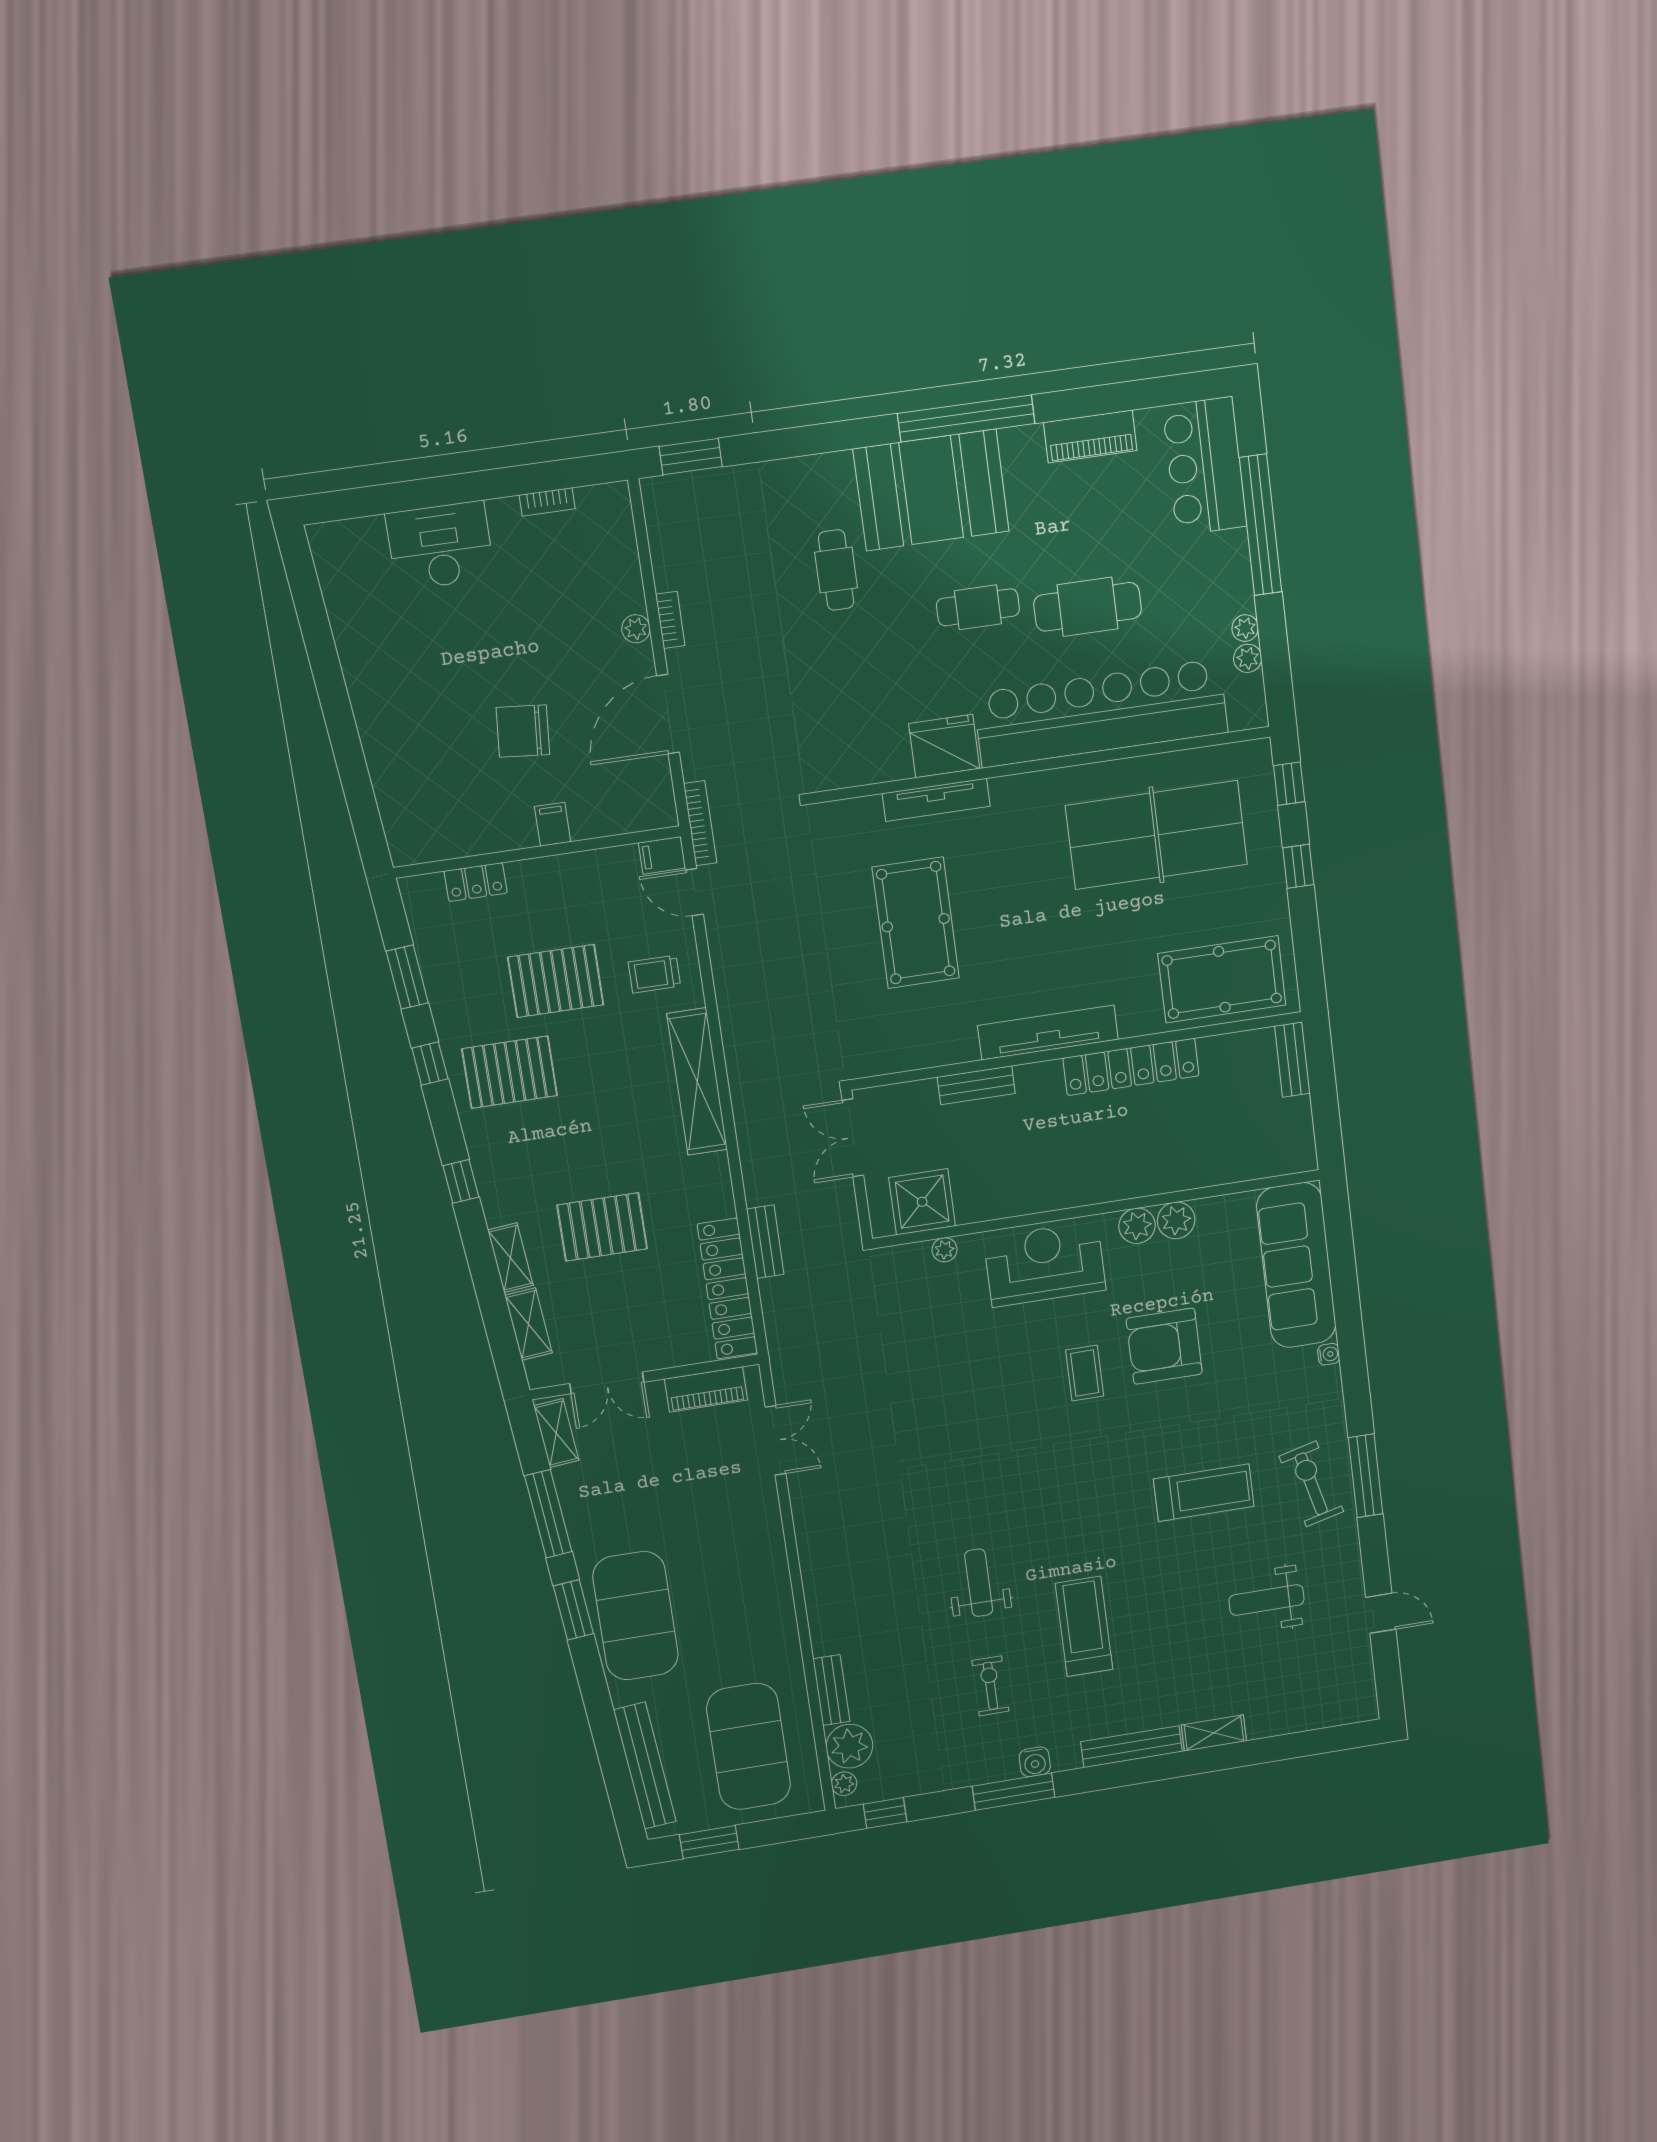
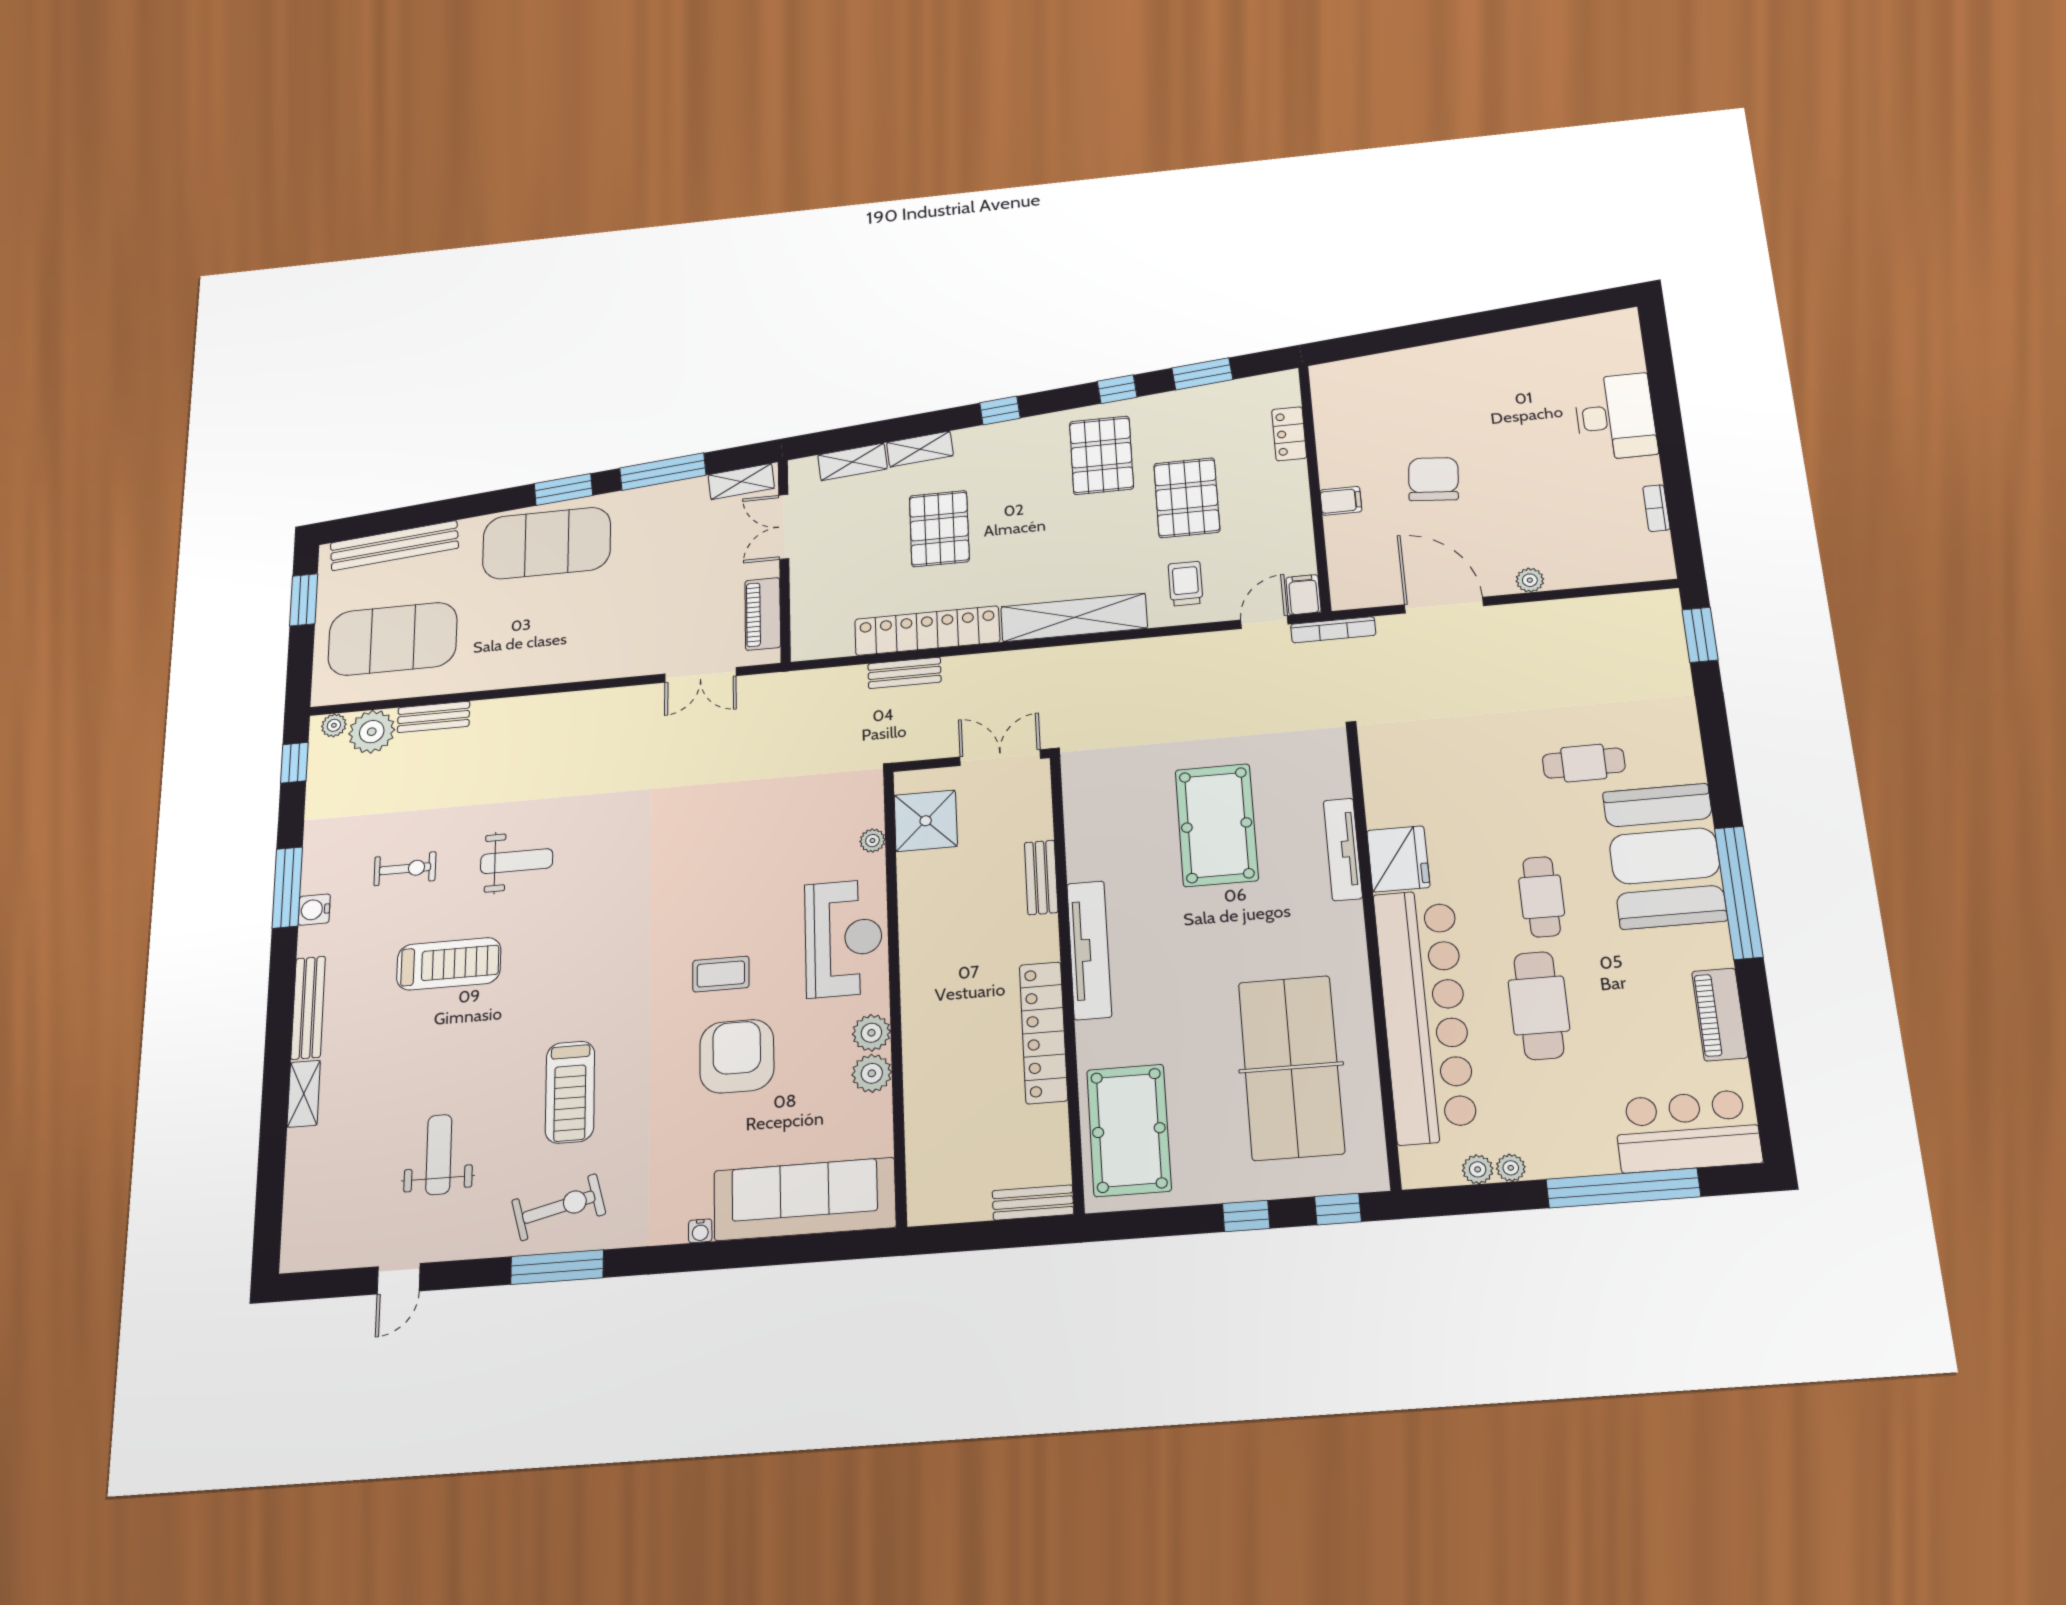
bookcase: (670, 620) -> (1538, 611), removed
pool table: (916, 923) -> (1217, 825), turned 90
locker: (727, 1289) -> (927, 631), moved

